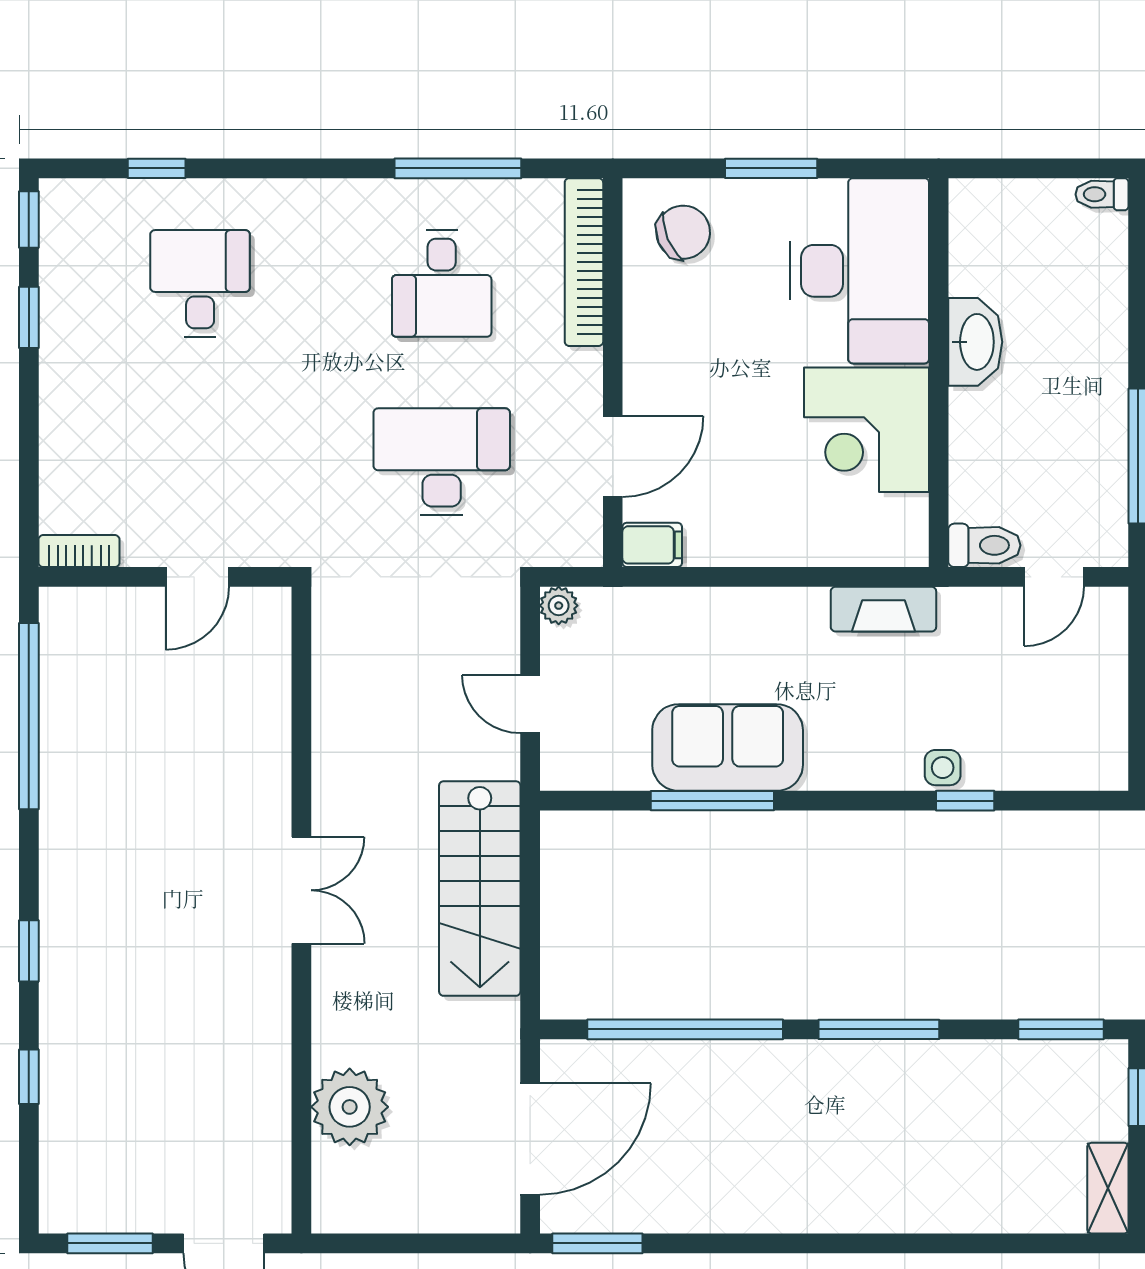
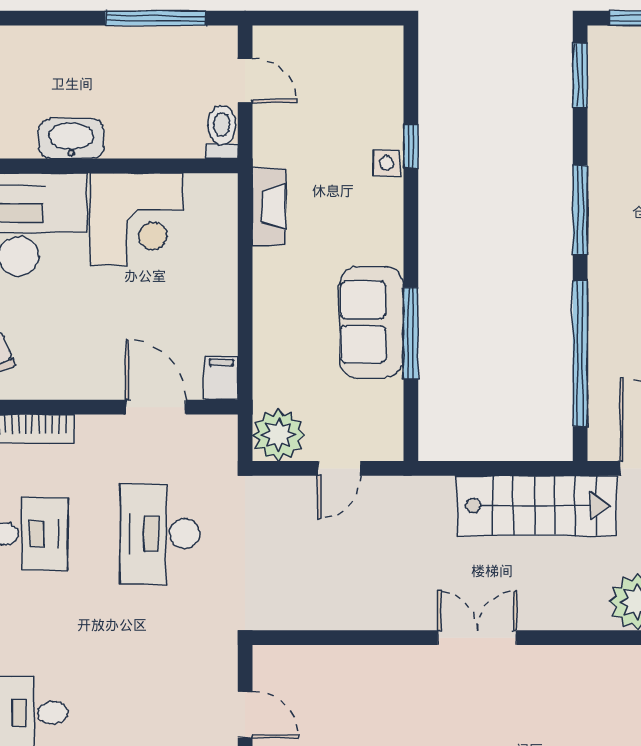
plant: (559, 606) -> (279, 435), width x1.88, depth x1.88
stairs: (480, 889) -> (537, 506), moved

